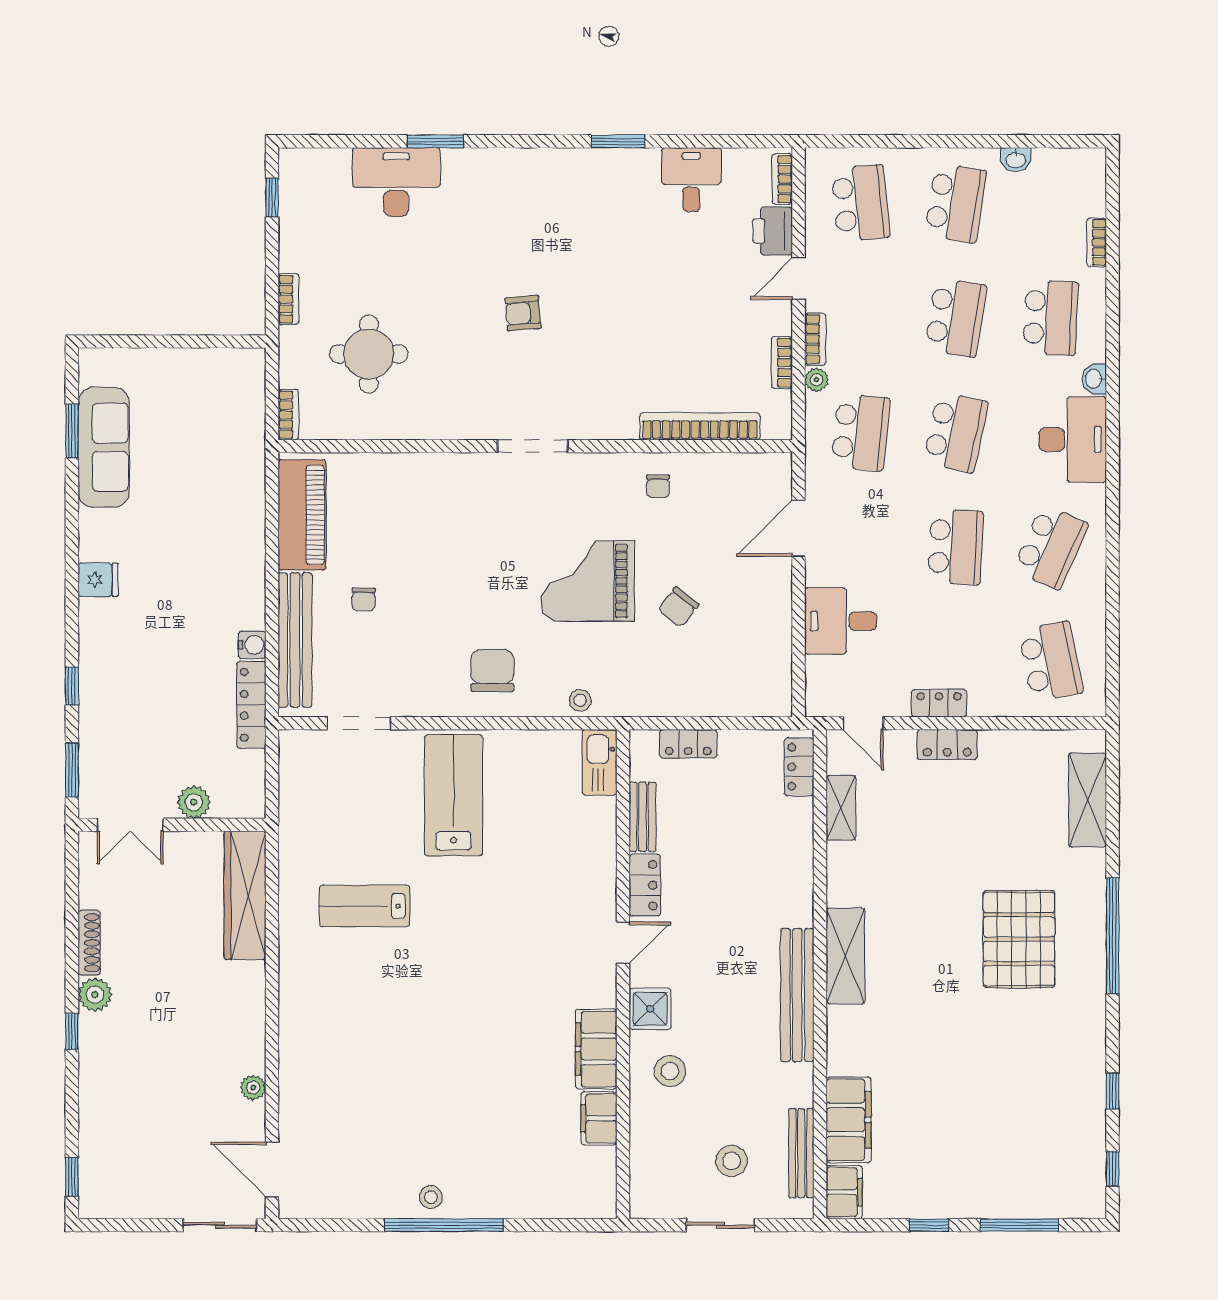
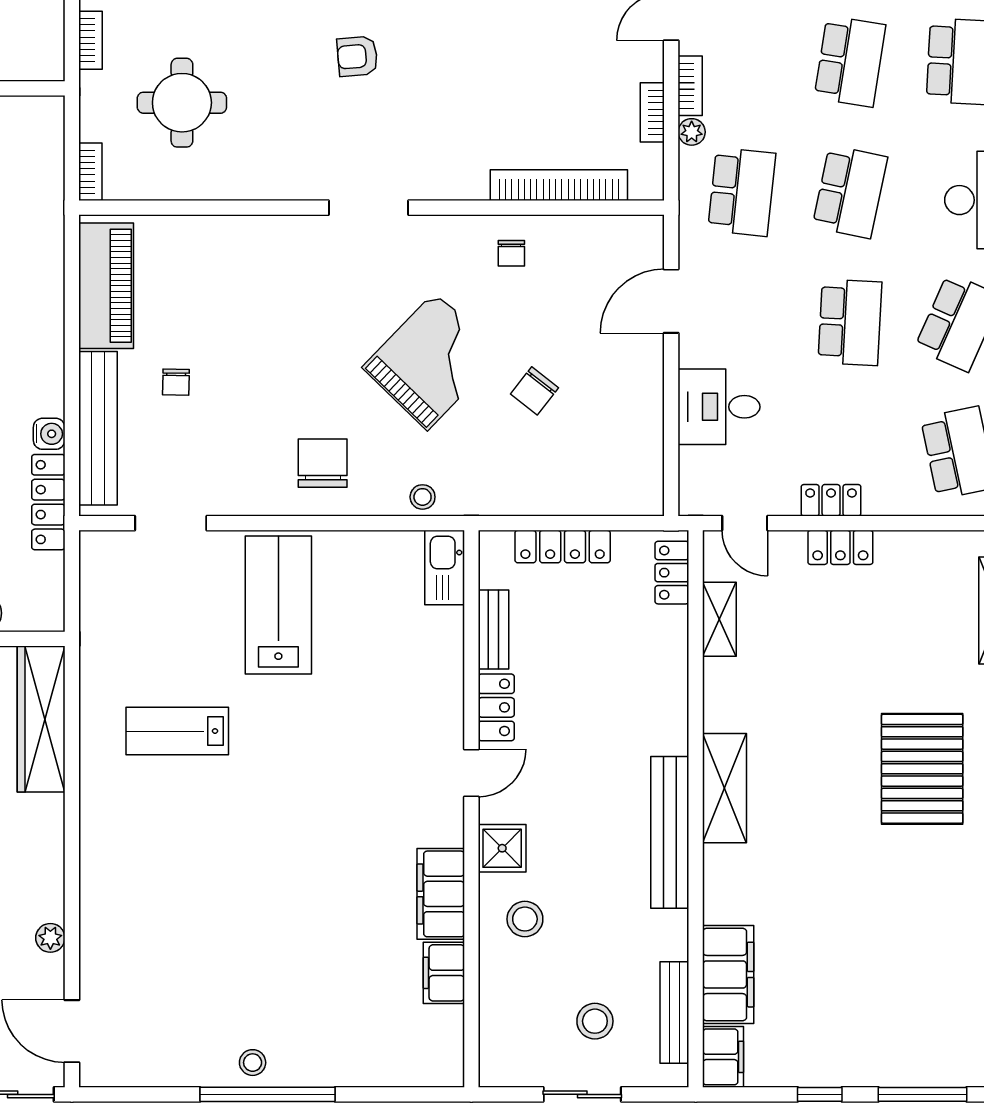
grand piano: (588, 581) -> (431, 361), turned 134
locker: (688, 744) -> (563, 547), width x1.53

